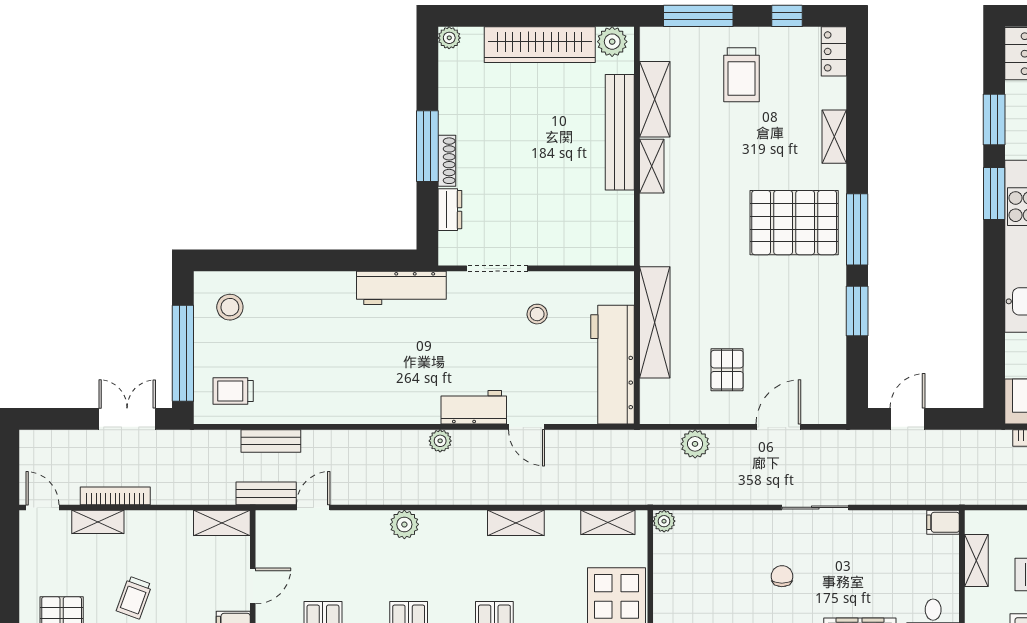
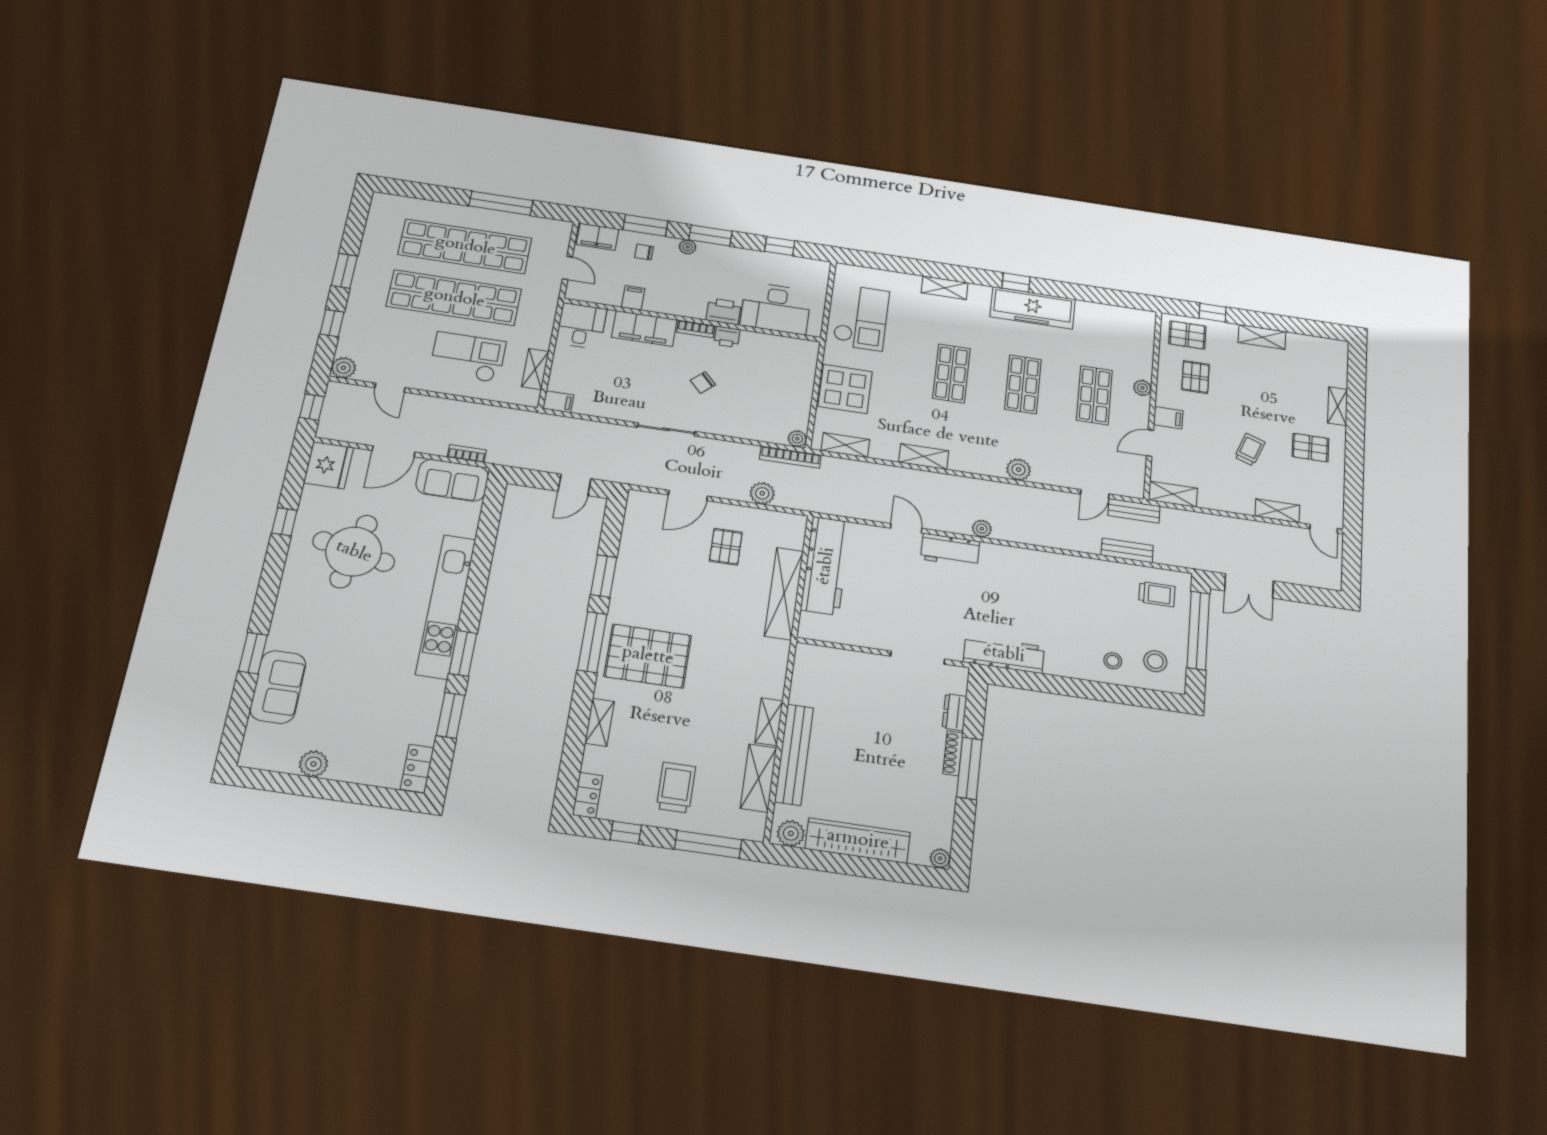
stool: (537, 314) -> (1113, 661), moved
bookcase: (115, 496) -> (790, 457), moved
chair: (782, 576) -> (703, 383), turned 47

